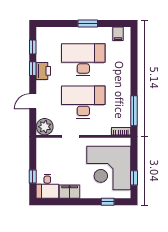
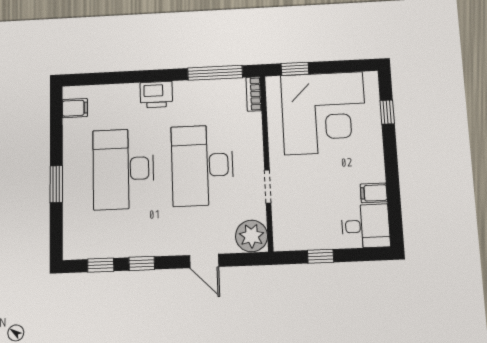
window: (88, 24) -> (56, 184), moved
printer: (43, 71) -> (156, 95), moved, turned 180
window: (33, 176) -> (321, 256), moved
window: (134, 178) -> (295, 69), moved
filing cabinet: (70, 192) -> (374, 193), width x0.50

